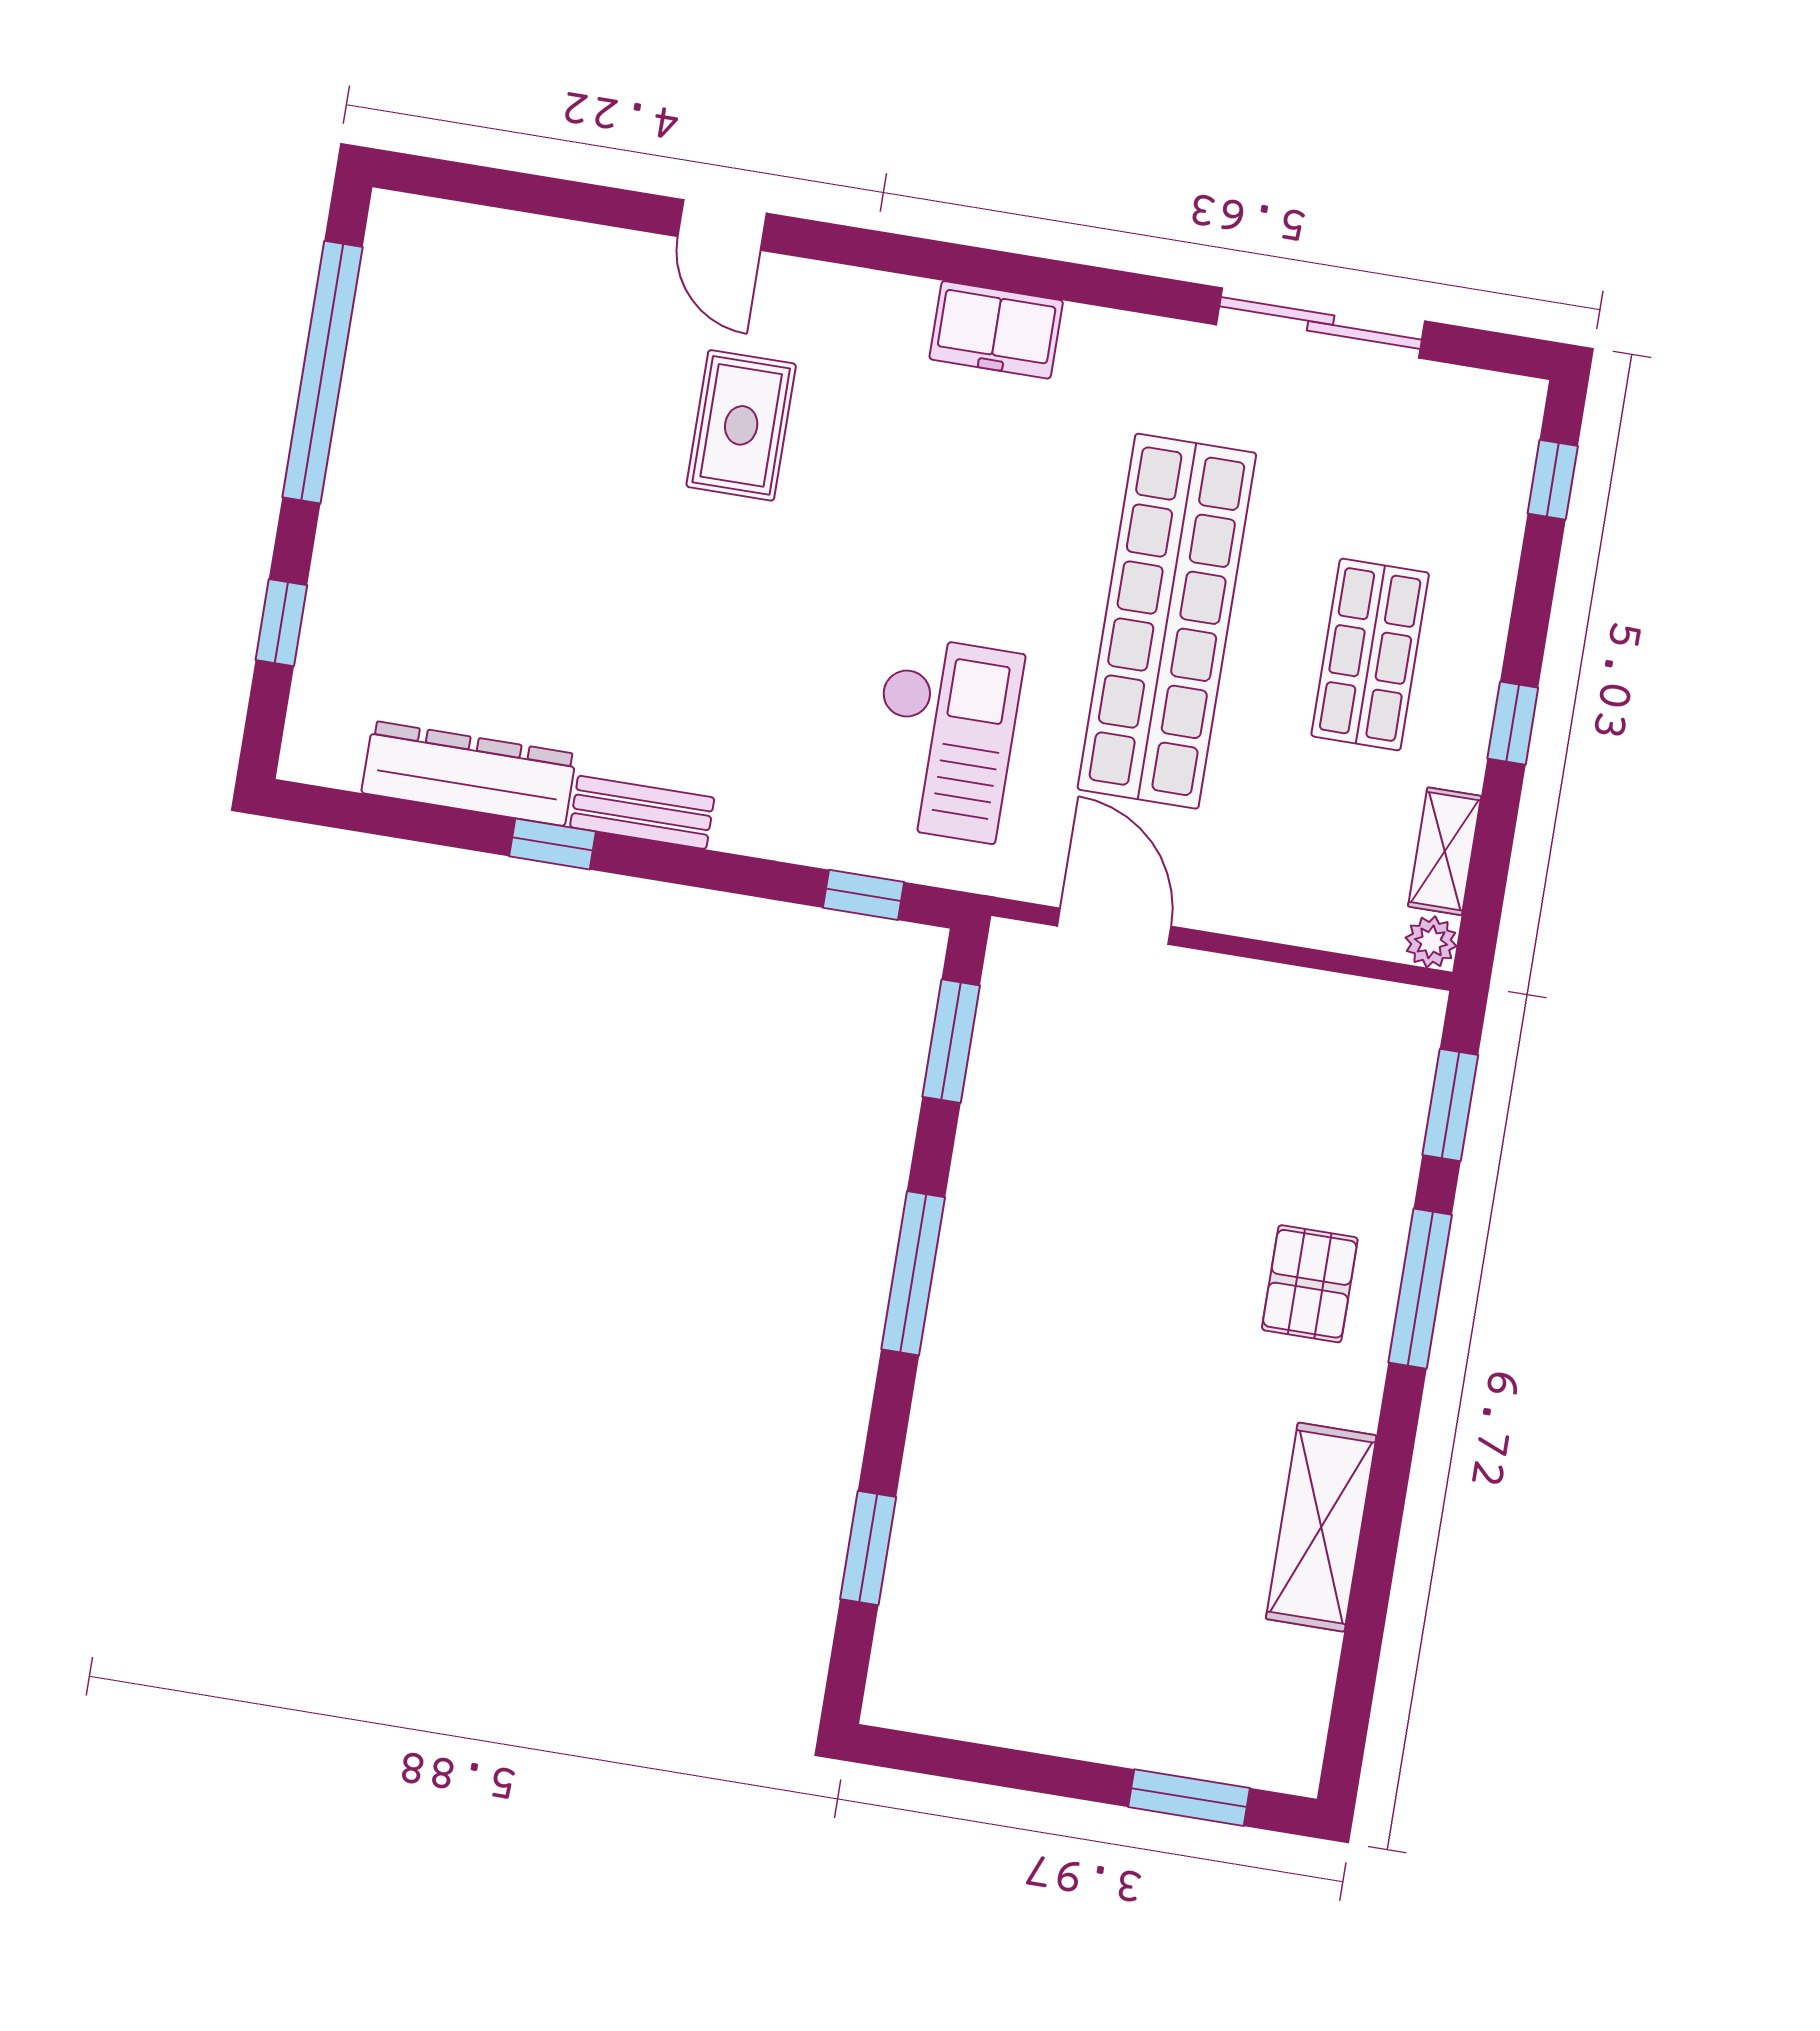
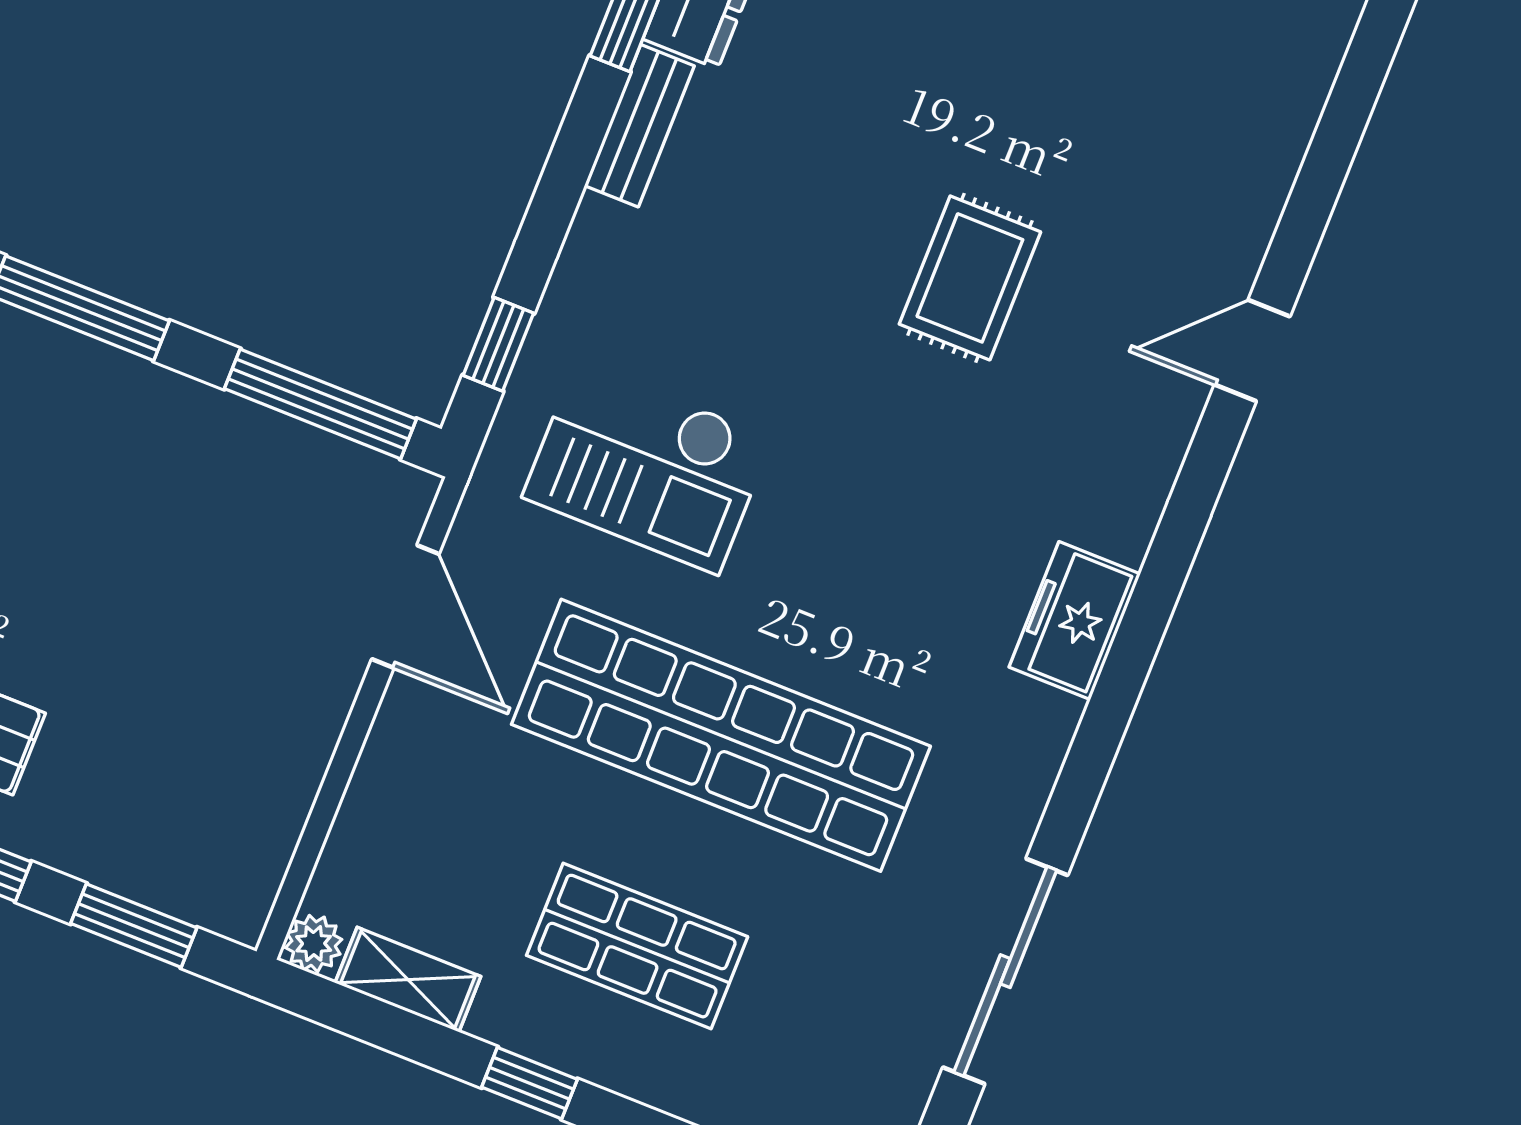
rug: (741, 425) -> (970, 278), moved, turned 90
door: (1114, 926) -> (405, 606), hinge flipped
window: (951, 1041) -> (320, 404), width x1.44

